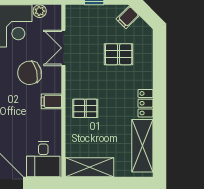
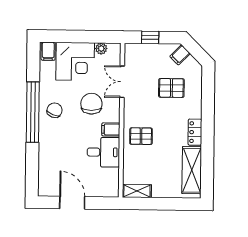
chair: (29, 73) -> (91, 104), turned 104
desk: (43, 159) -> (103, 152), moved, turned -90
shelving: (89, 167) -> (137, 191), width x0.67, depth x0.75

